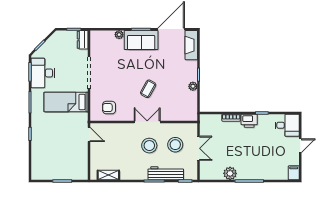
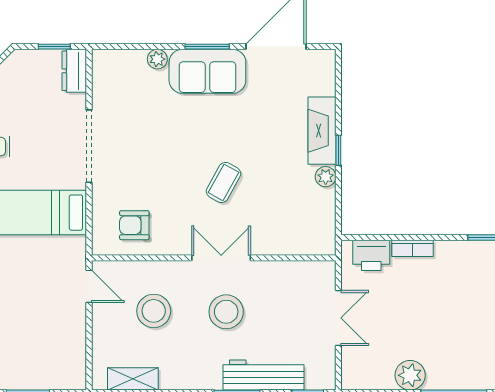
fireplace: (191, 45) -> (322, 131), moved
printer: (249, 121) -> (371, 255), moved
stool: (175, 145) -> (154, 311), moved

